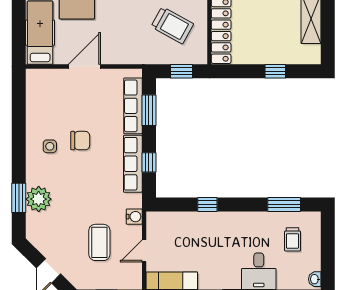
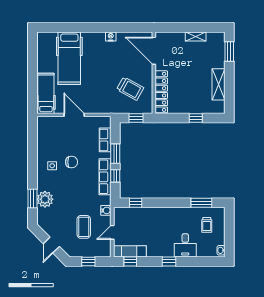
door: (84, 66) -> (74, 115), hinge flipped
row of seats: (133, 106) -> (105, 140), width x0.68
window: (149, 110) -> (115, 154), moved
window: (207, 204) -> (136, 203), moved

